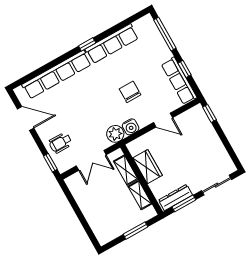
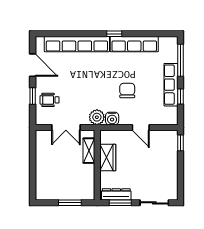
row of seats: (179, 81) -> (171, 85), moved
window: (50, 163) -> (33, 96), moved
shelving: (140, 195) -> (89, 177), removed

